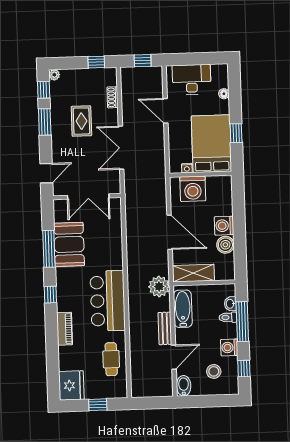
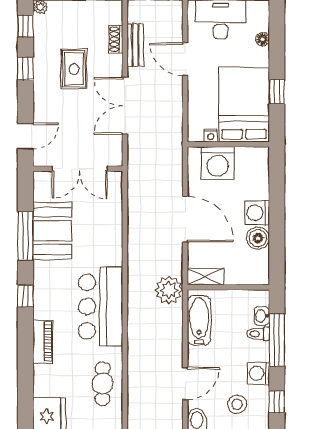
window: (45, 122) -> (26, 69), width x0.67
shelving: (193, 273) -> (206, 277), width x0.67, depth x0.75
bench: (165, 328) -> (135, 45), moved

